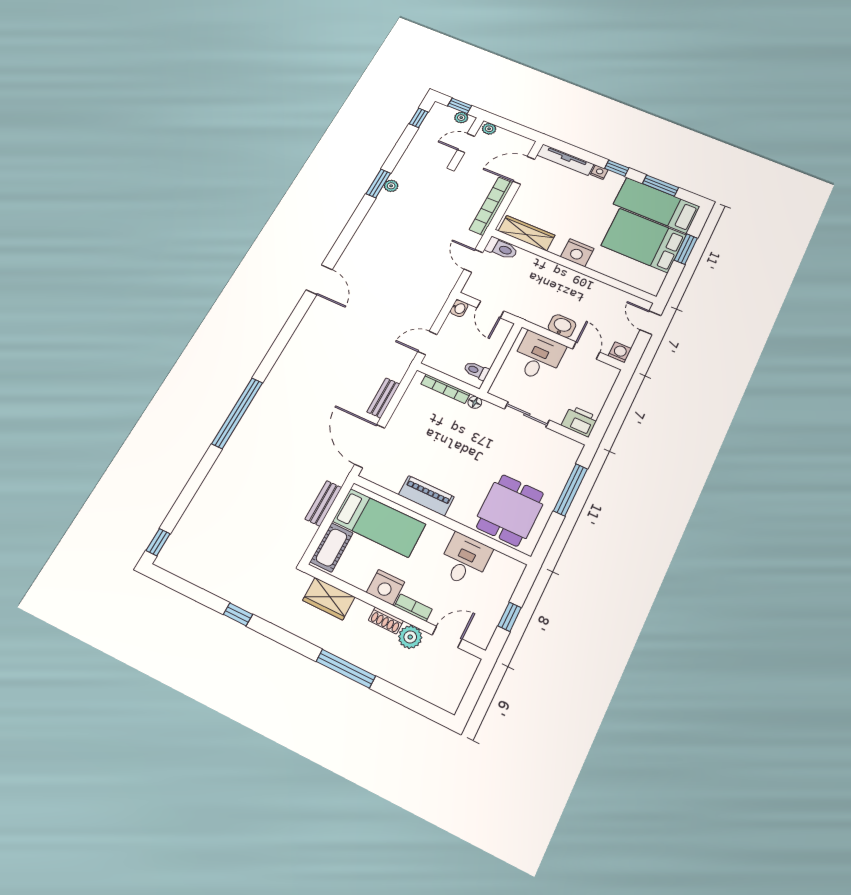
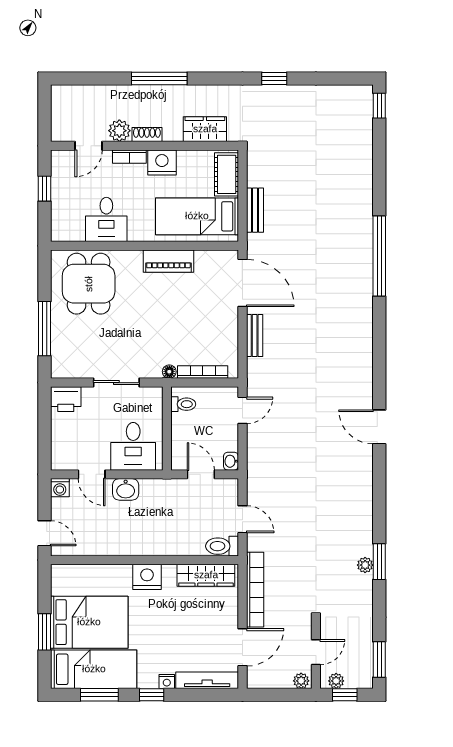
window: (419, 118) -> (379, 659), width x1.50

